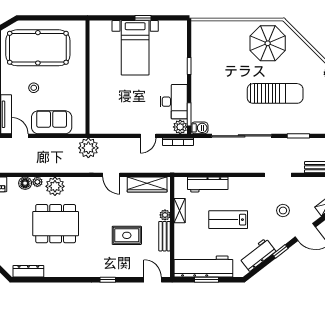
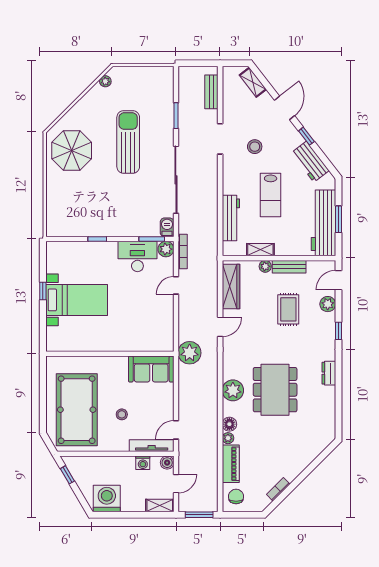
sofa: (52, 122) -> (151, 369), moved, turned -90
door: (148, 136) -> (176, 285), swing flipped
plant: (37, 182) -> (228, 438), moved
stool: (283, 211) -> (255, 147), moved
plant: (131, 270) -> (328, 304), added
dresser: (28, 271) -> (329, 373), moved, width x0.70

